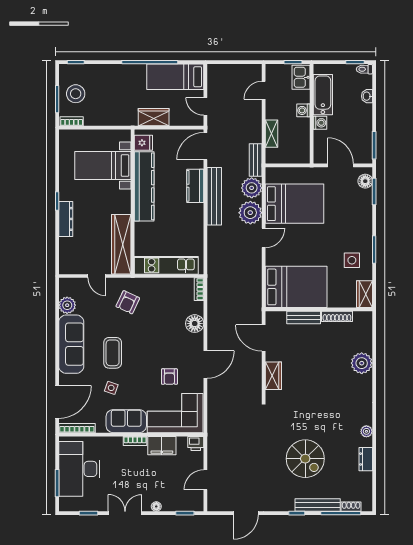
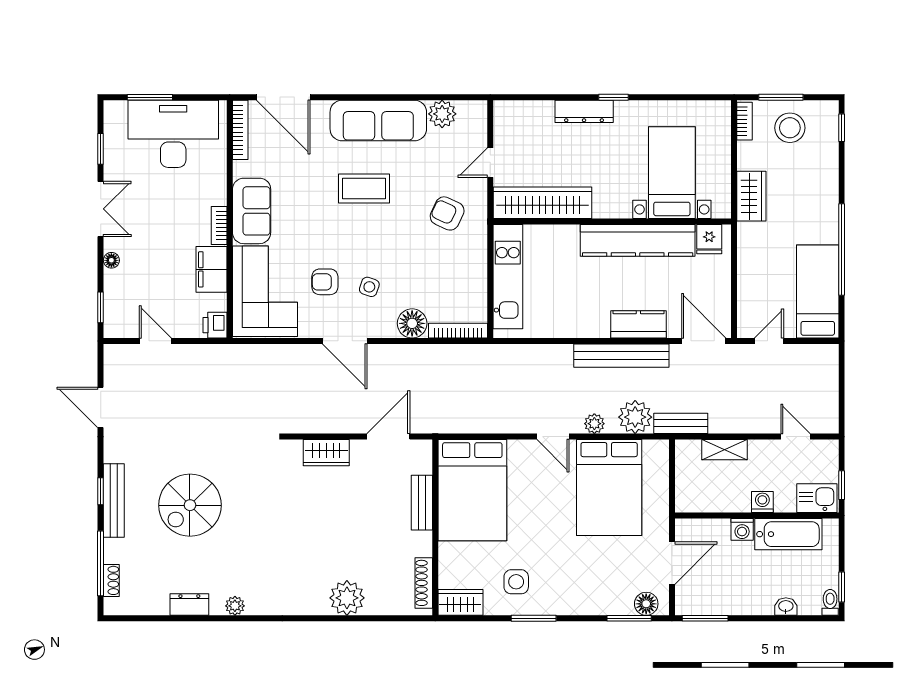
wardrobe: (154, 117) -> (751, 196), moved
plant: (250, 213) -> (594, 424), width x0.53, depth x0.53
bookcase: (199, 289) -> (458, 331), width x1.56
shoe rack: (337, 316) -> (424, 583), moved
side table: (111, 388) -> (369, 287), moved
bench: (318, 505) -> (114, 501), moved

